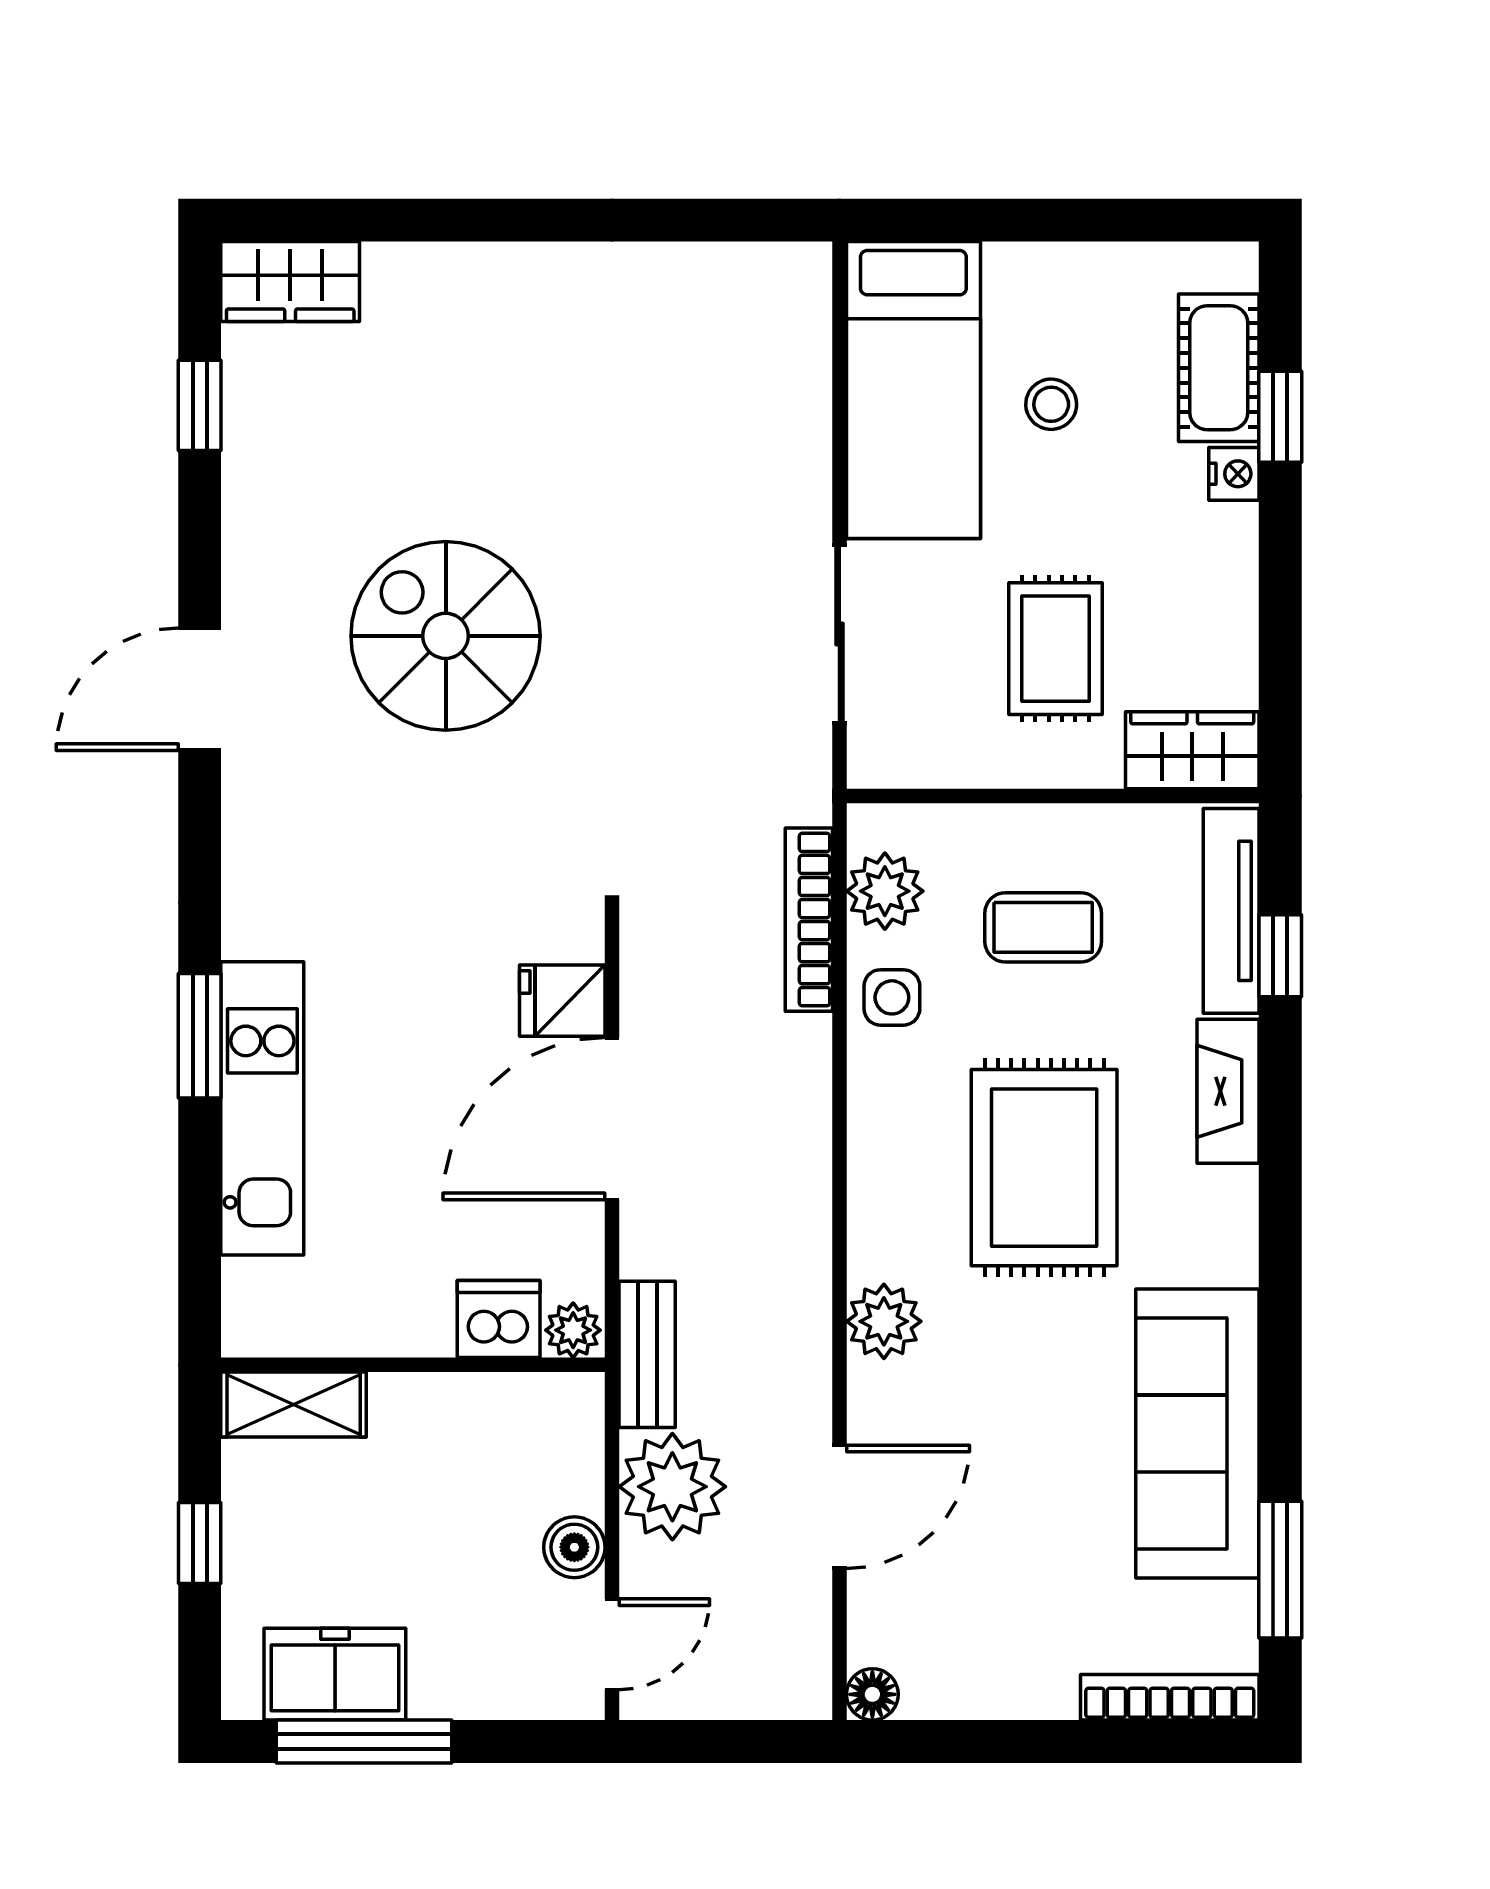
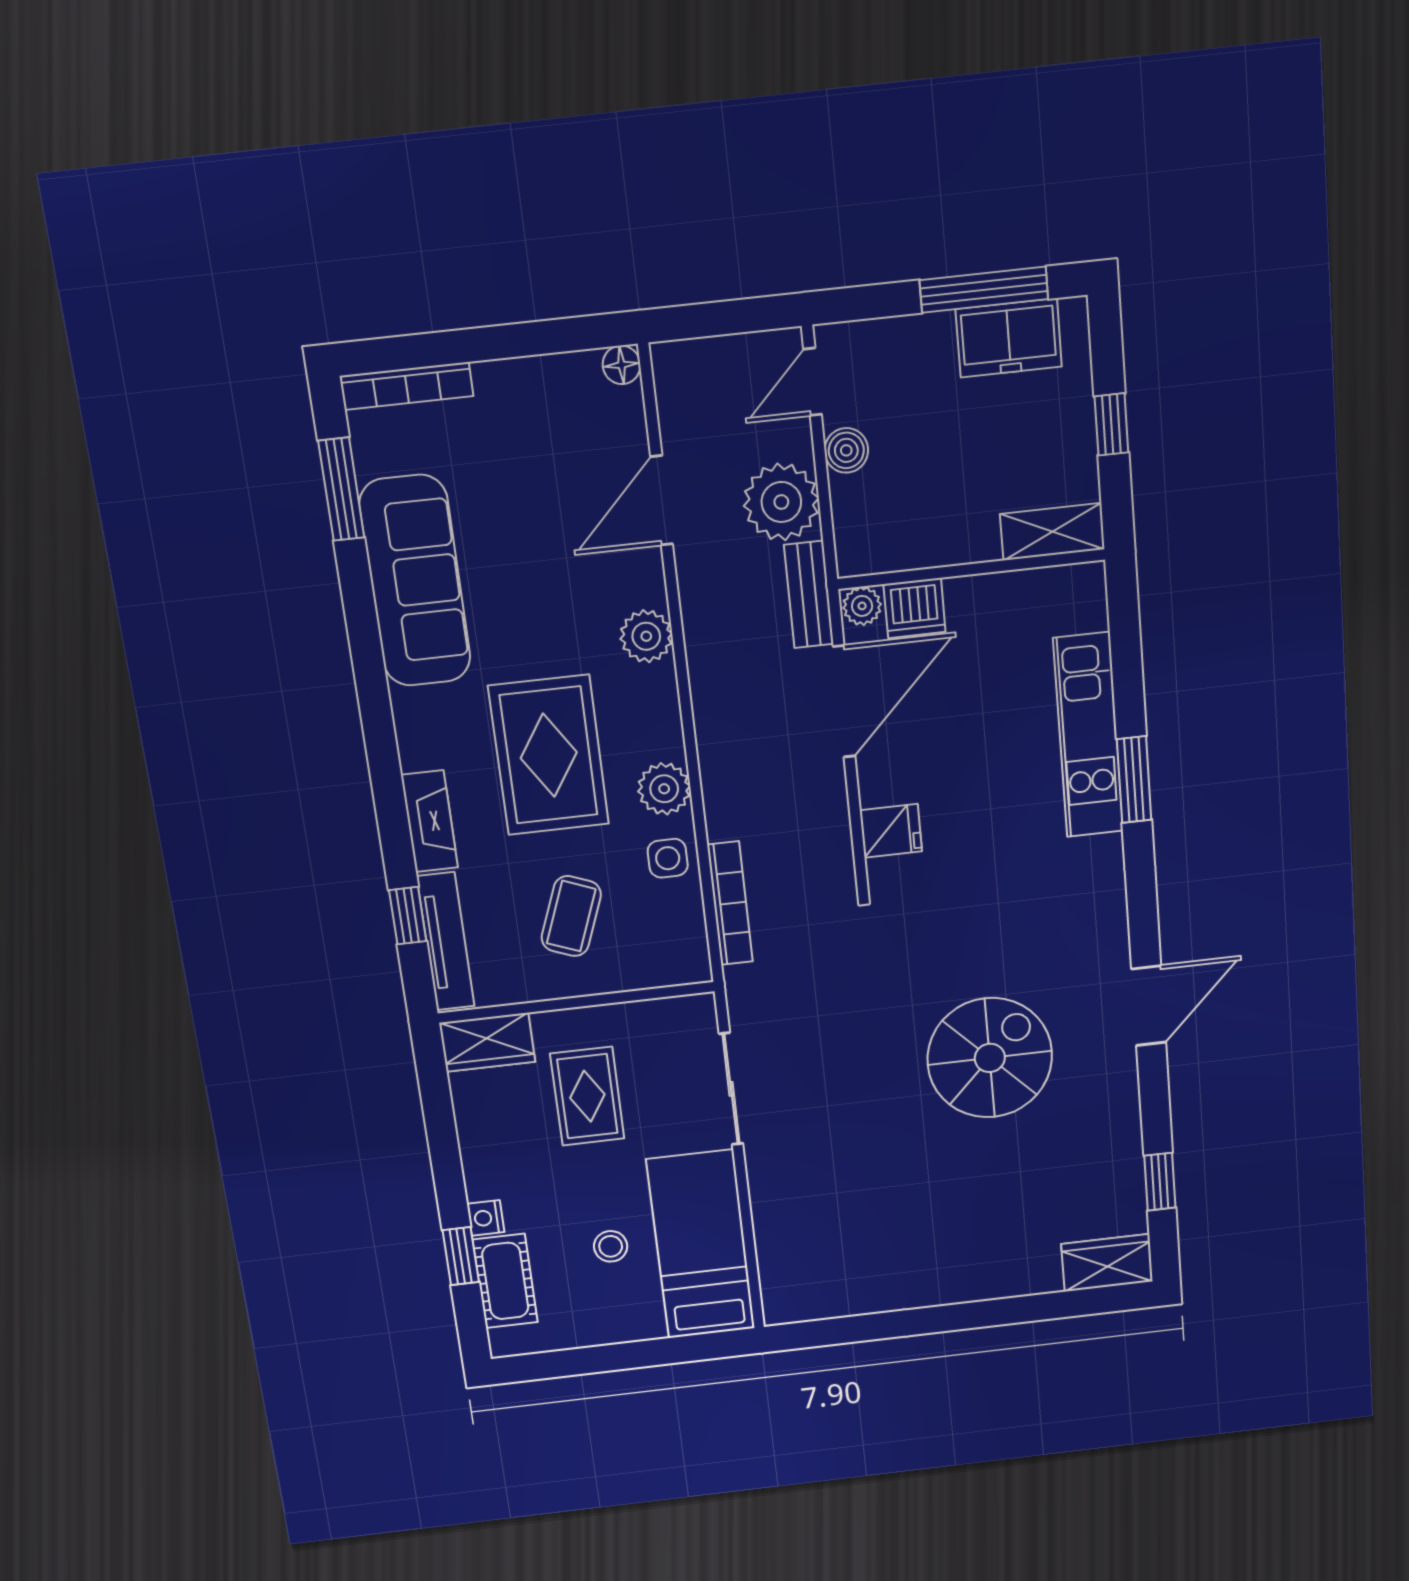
spiral stairs: (446, 636) -> (990, 1058), turned -90
plant: (885, 891) -> (664, 789), moved
coffee table: (1043, 927) -> (571, 916), turned -69
door: (612, 1119) -> (844, 702), moved

